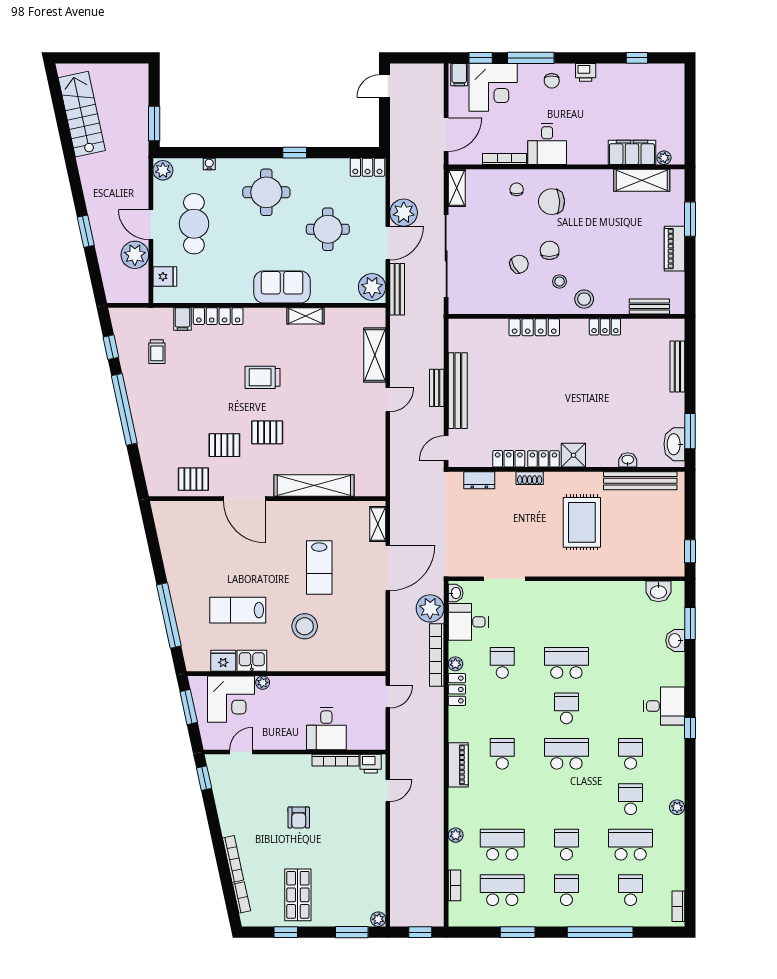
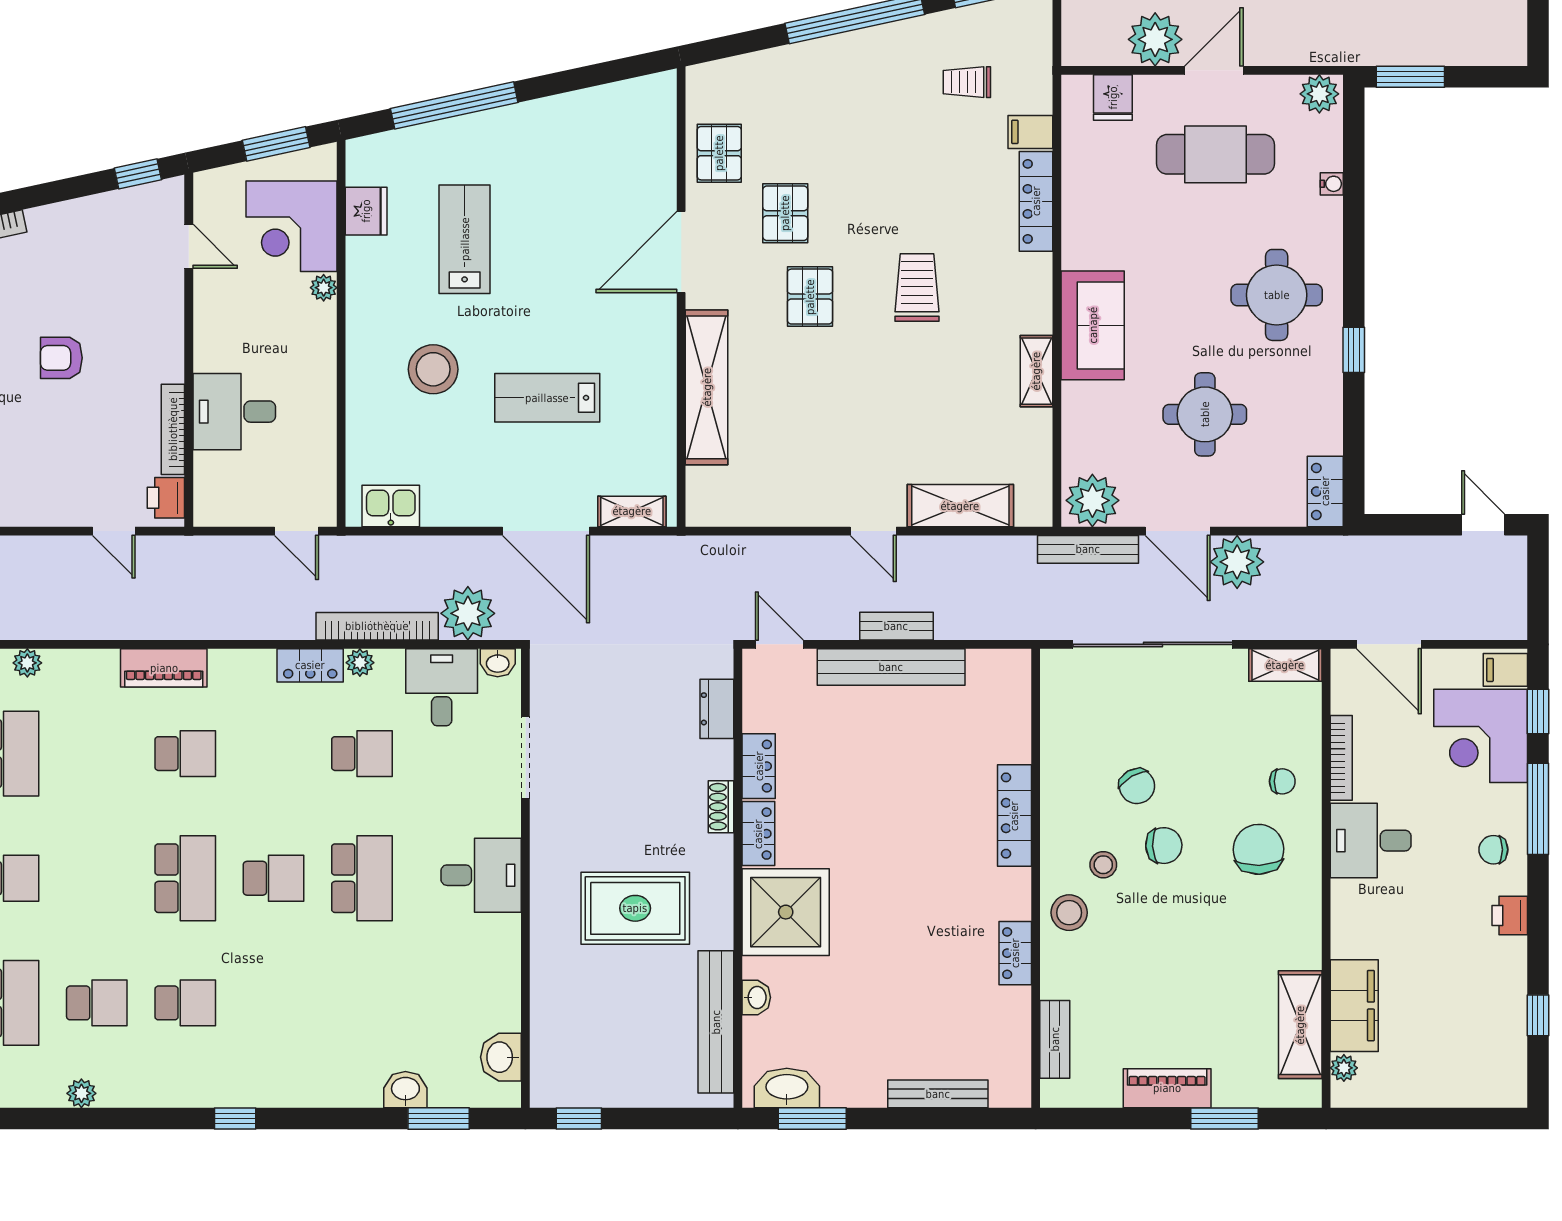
shower: (573, 455) -> (786, 912), width x1.86, depth x1.86
kitchen sink: (252, 661) -> (391, 506), moved, turned -90
desk: (664, 706) -> (481, 875), moved, turned -90

